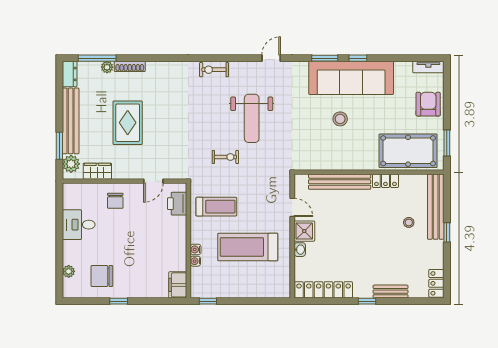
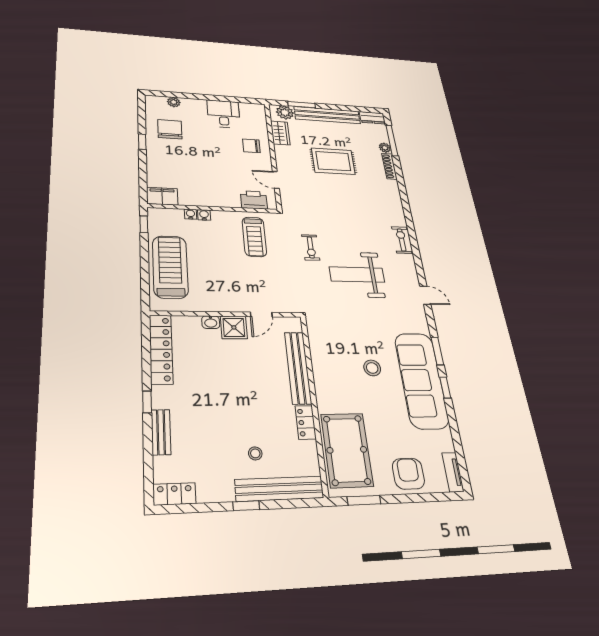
armchair: (428, 104) -> (408, 474), turned -90
treadmill: (248, 247) -> (170, 267), moved

